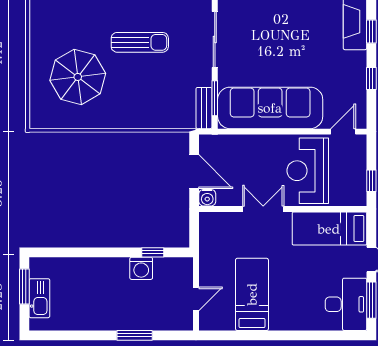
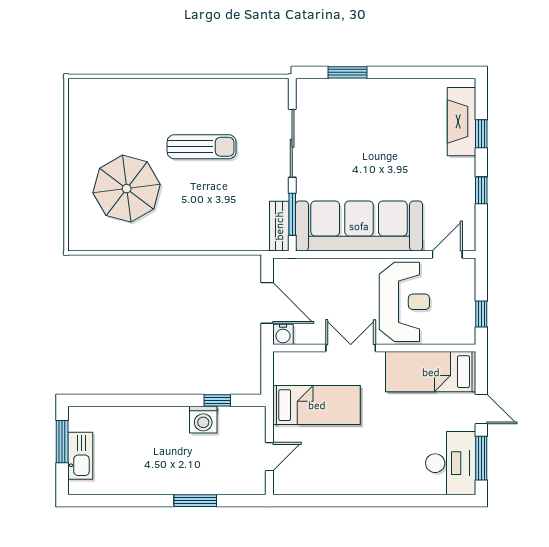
reception desk: (308, 171) -> (404, 302), turned 180
bed: (252, 294) -> (317, 405), moved, turned 90

